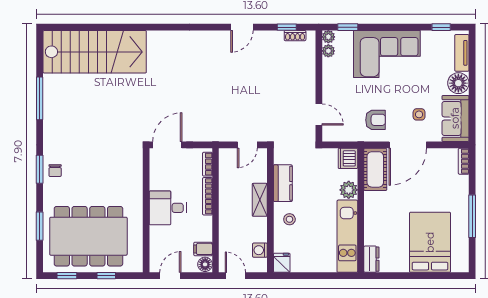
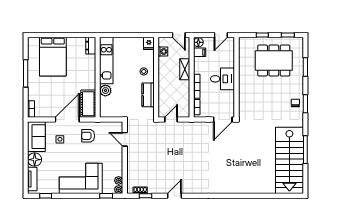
stairs: (95, 52) -> (289, 160), moved, turned -90
dishwasher: (348, 158) -> (106, 111), removed
shelving: (260, 200) -> (185, 69), moved
dining table: (88, 236) -> (274, 60), width x0.73, depth x0.80

